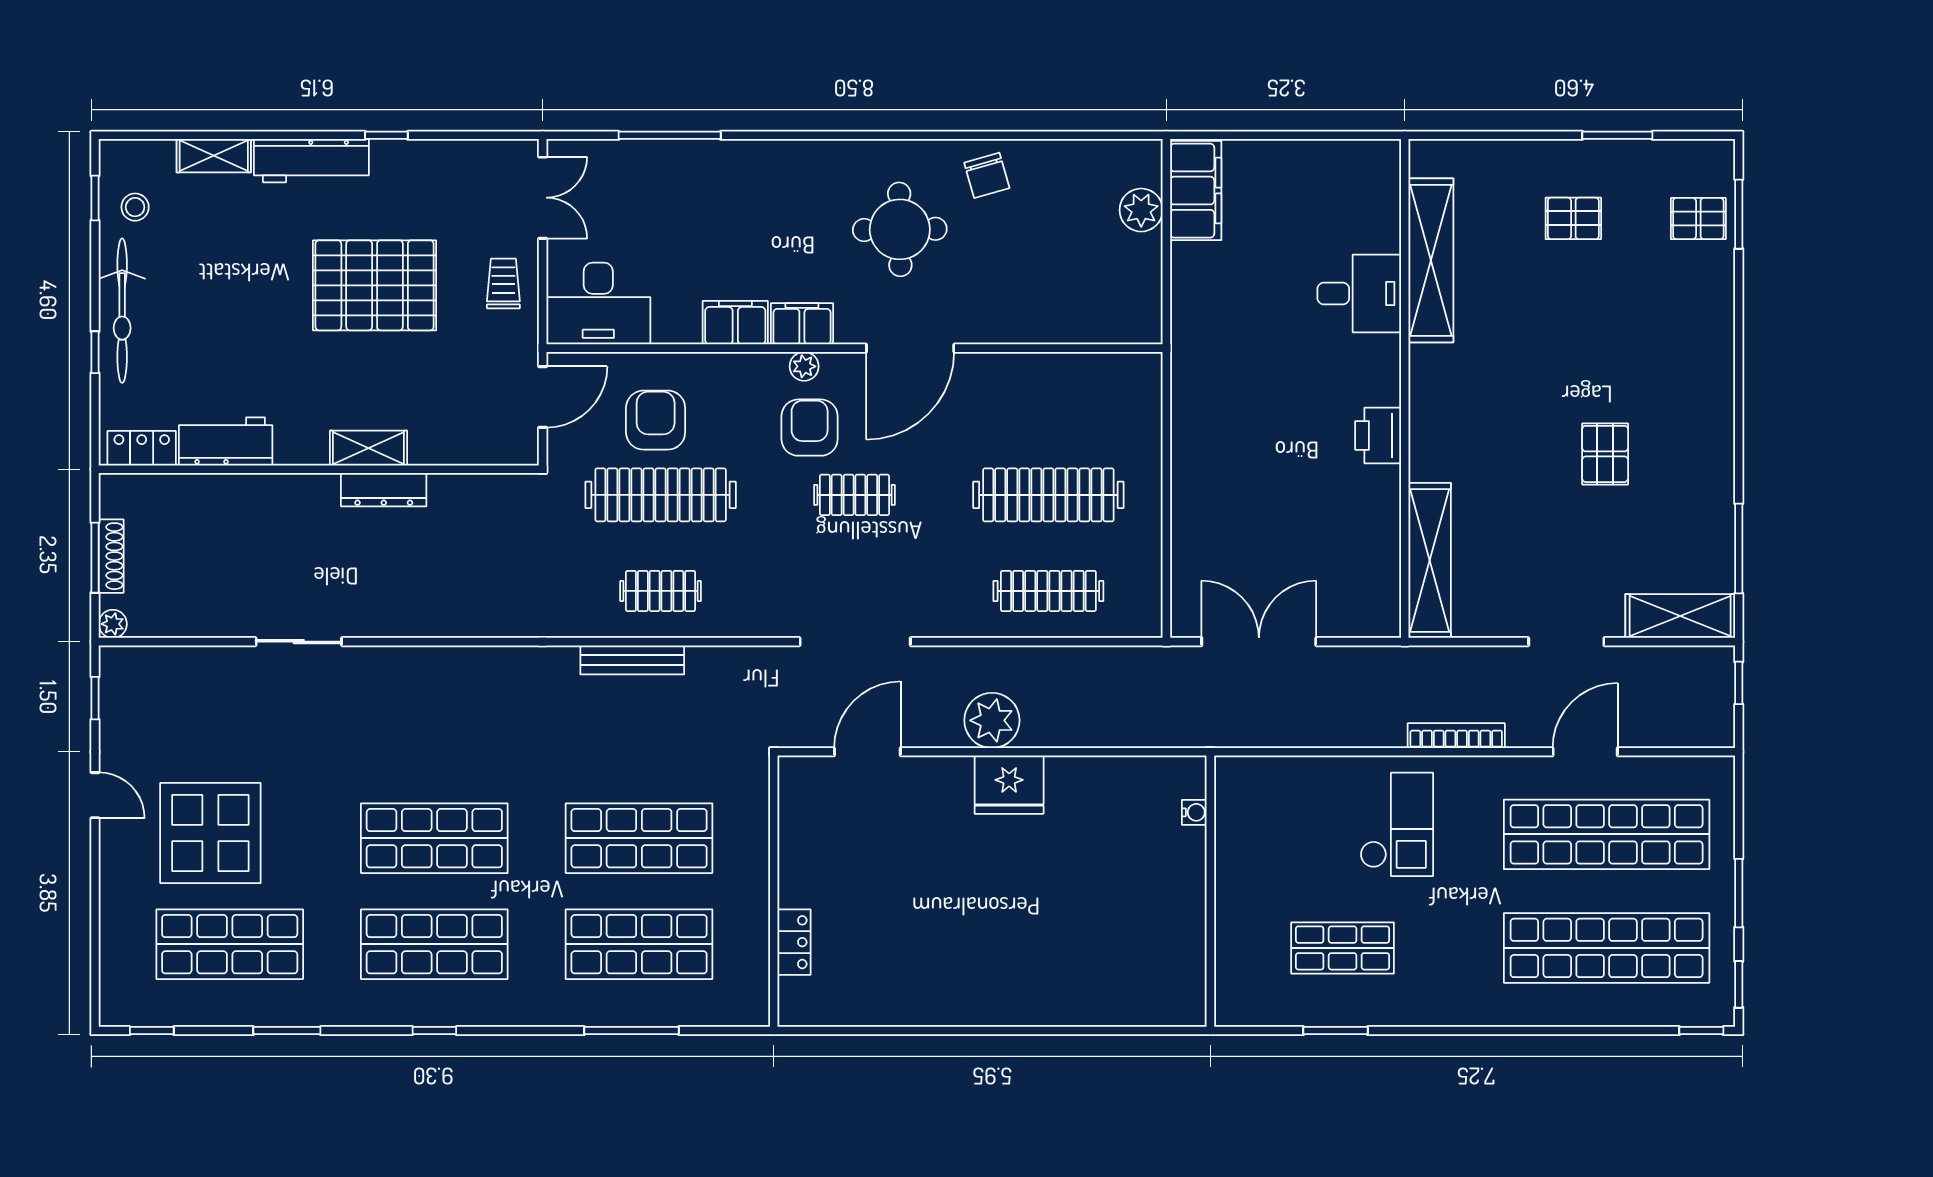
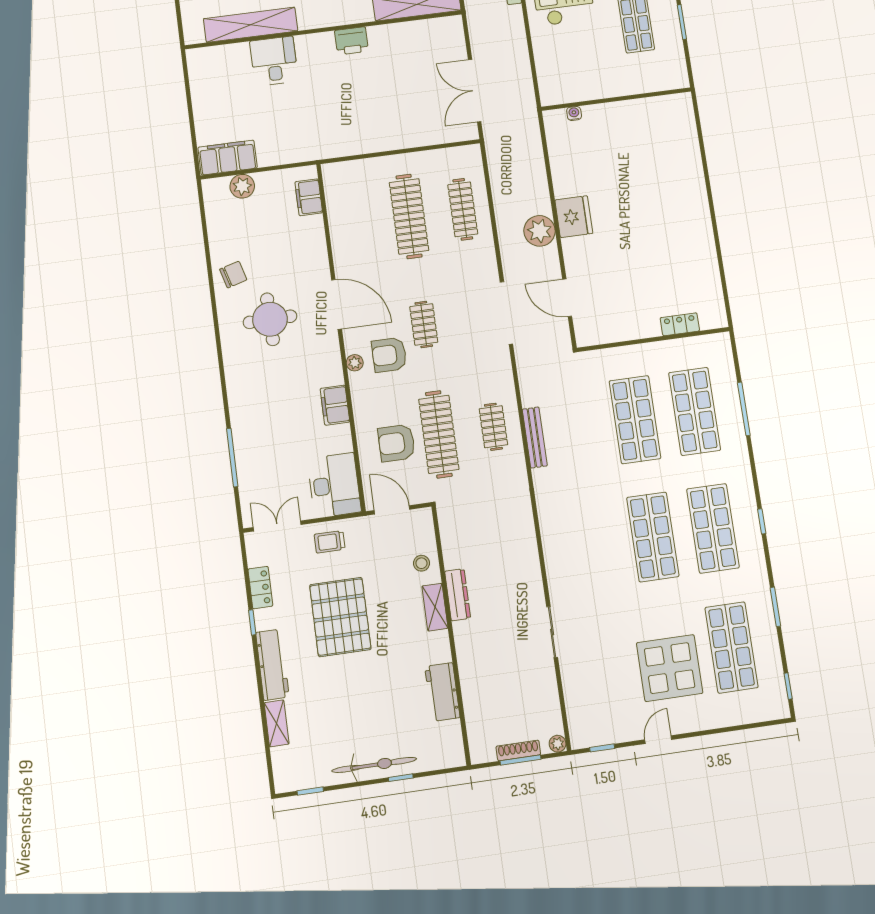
stool: (135, 207) -> (421, 563), moved
filing cabinet: (802, 324) -> (309, 197), moved
locker: (142, 448) -> (260, 588), moved, turned 180

